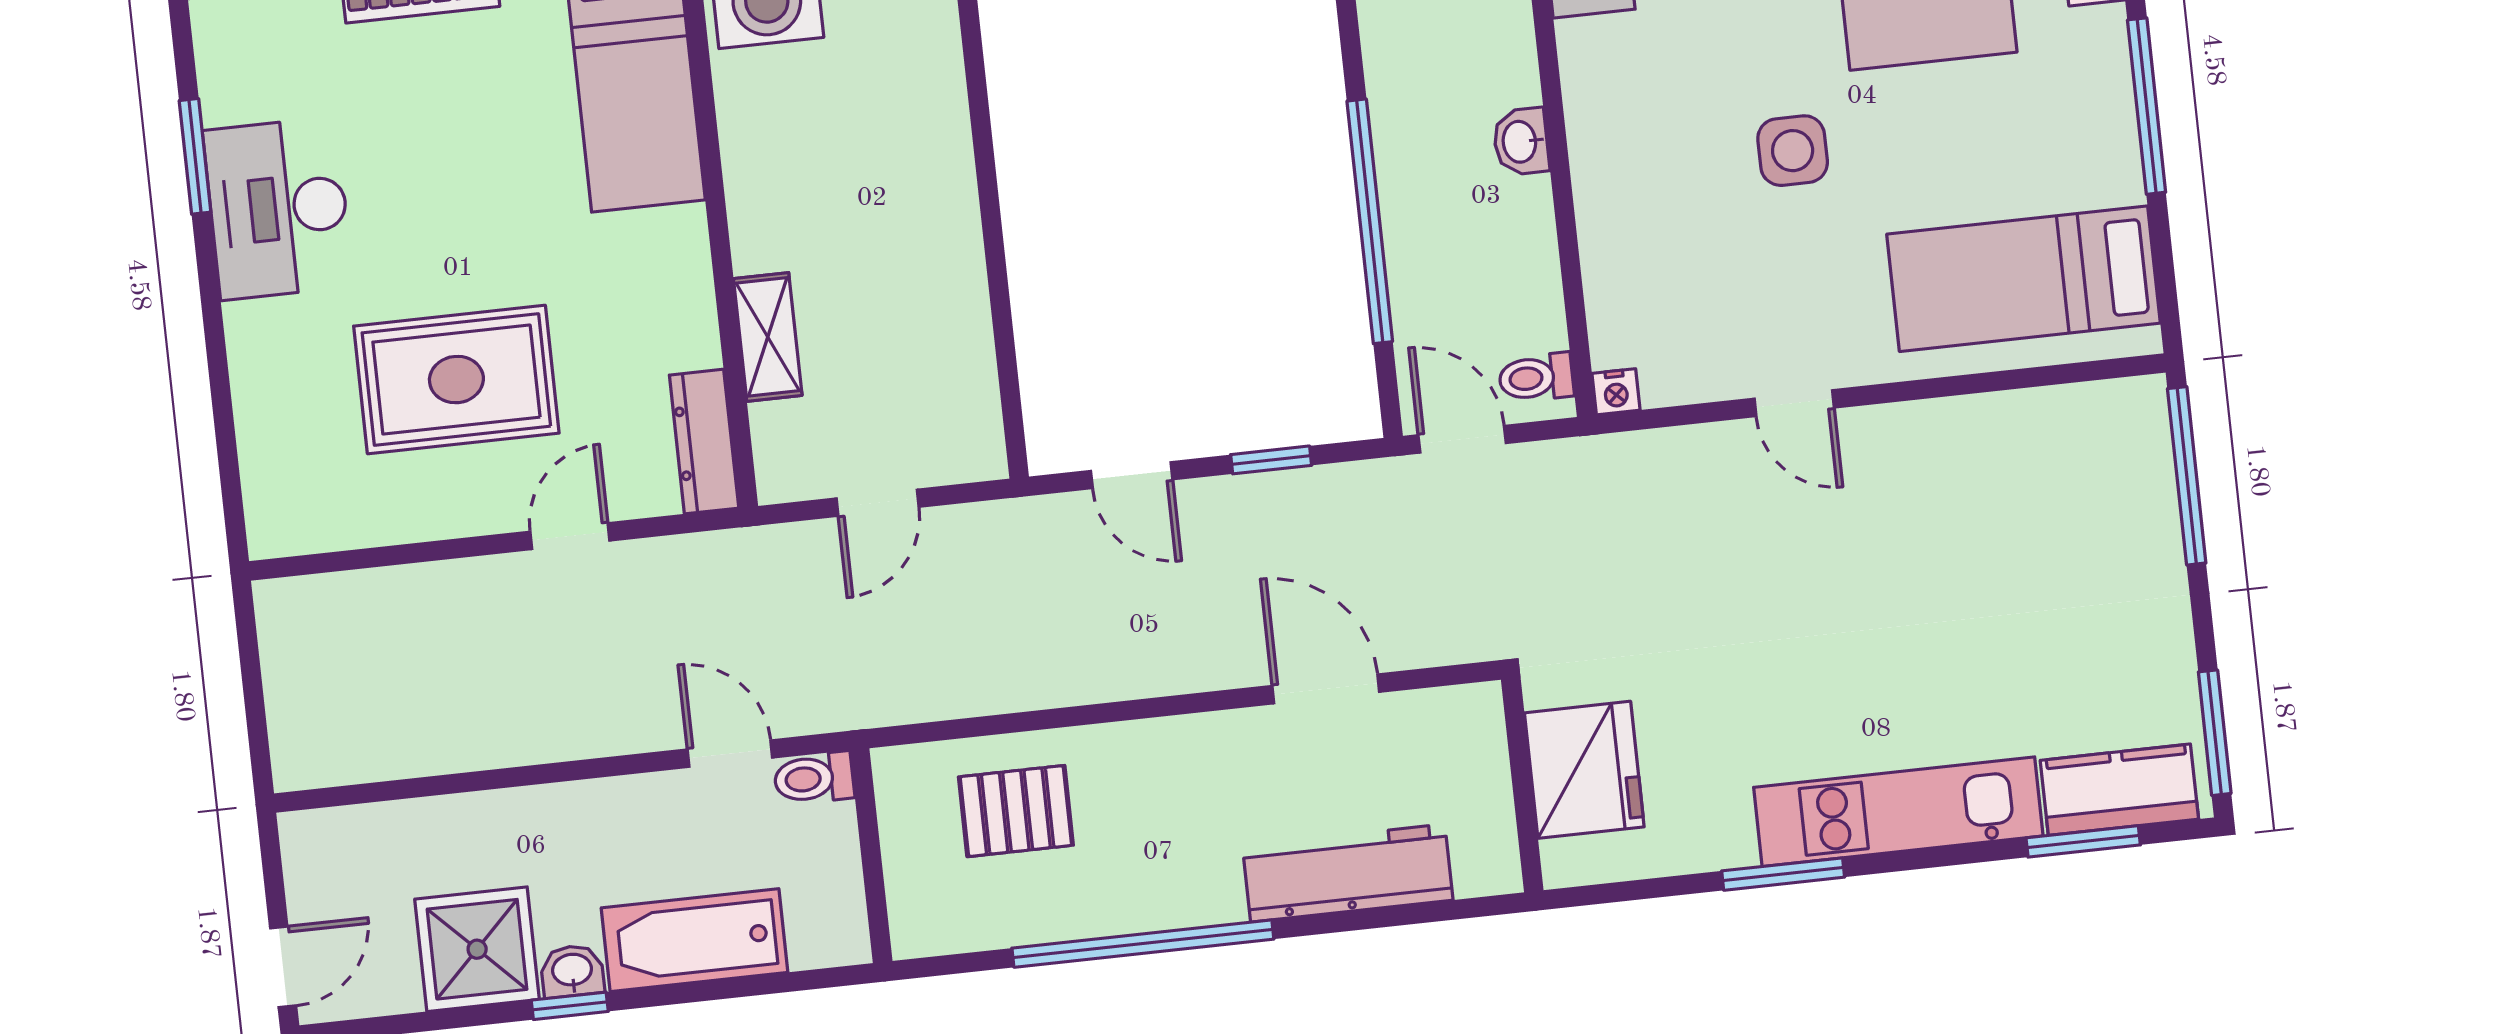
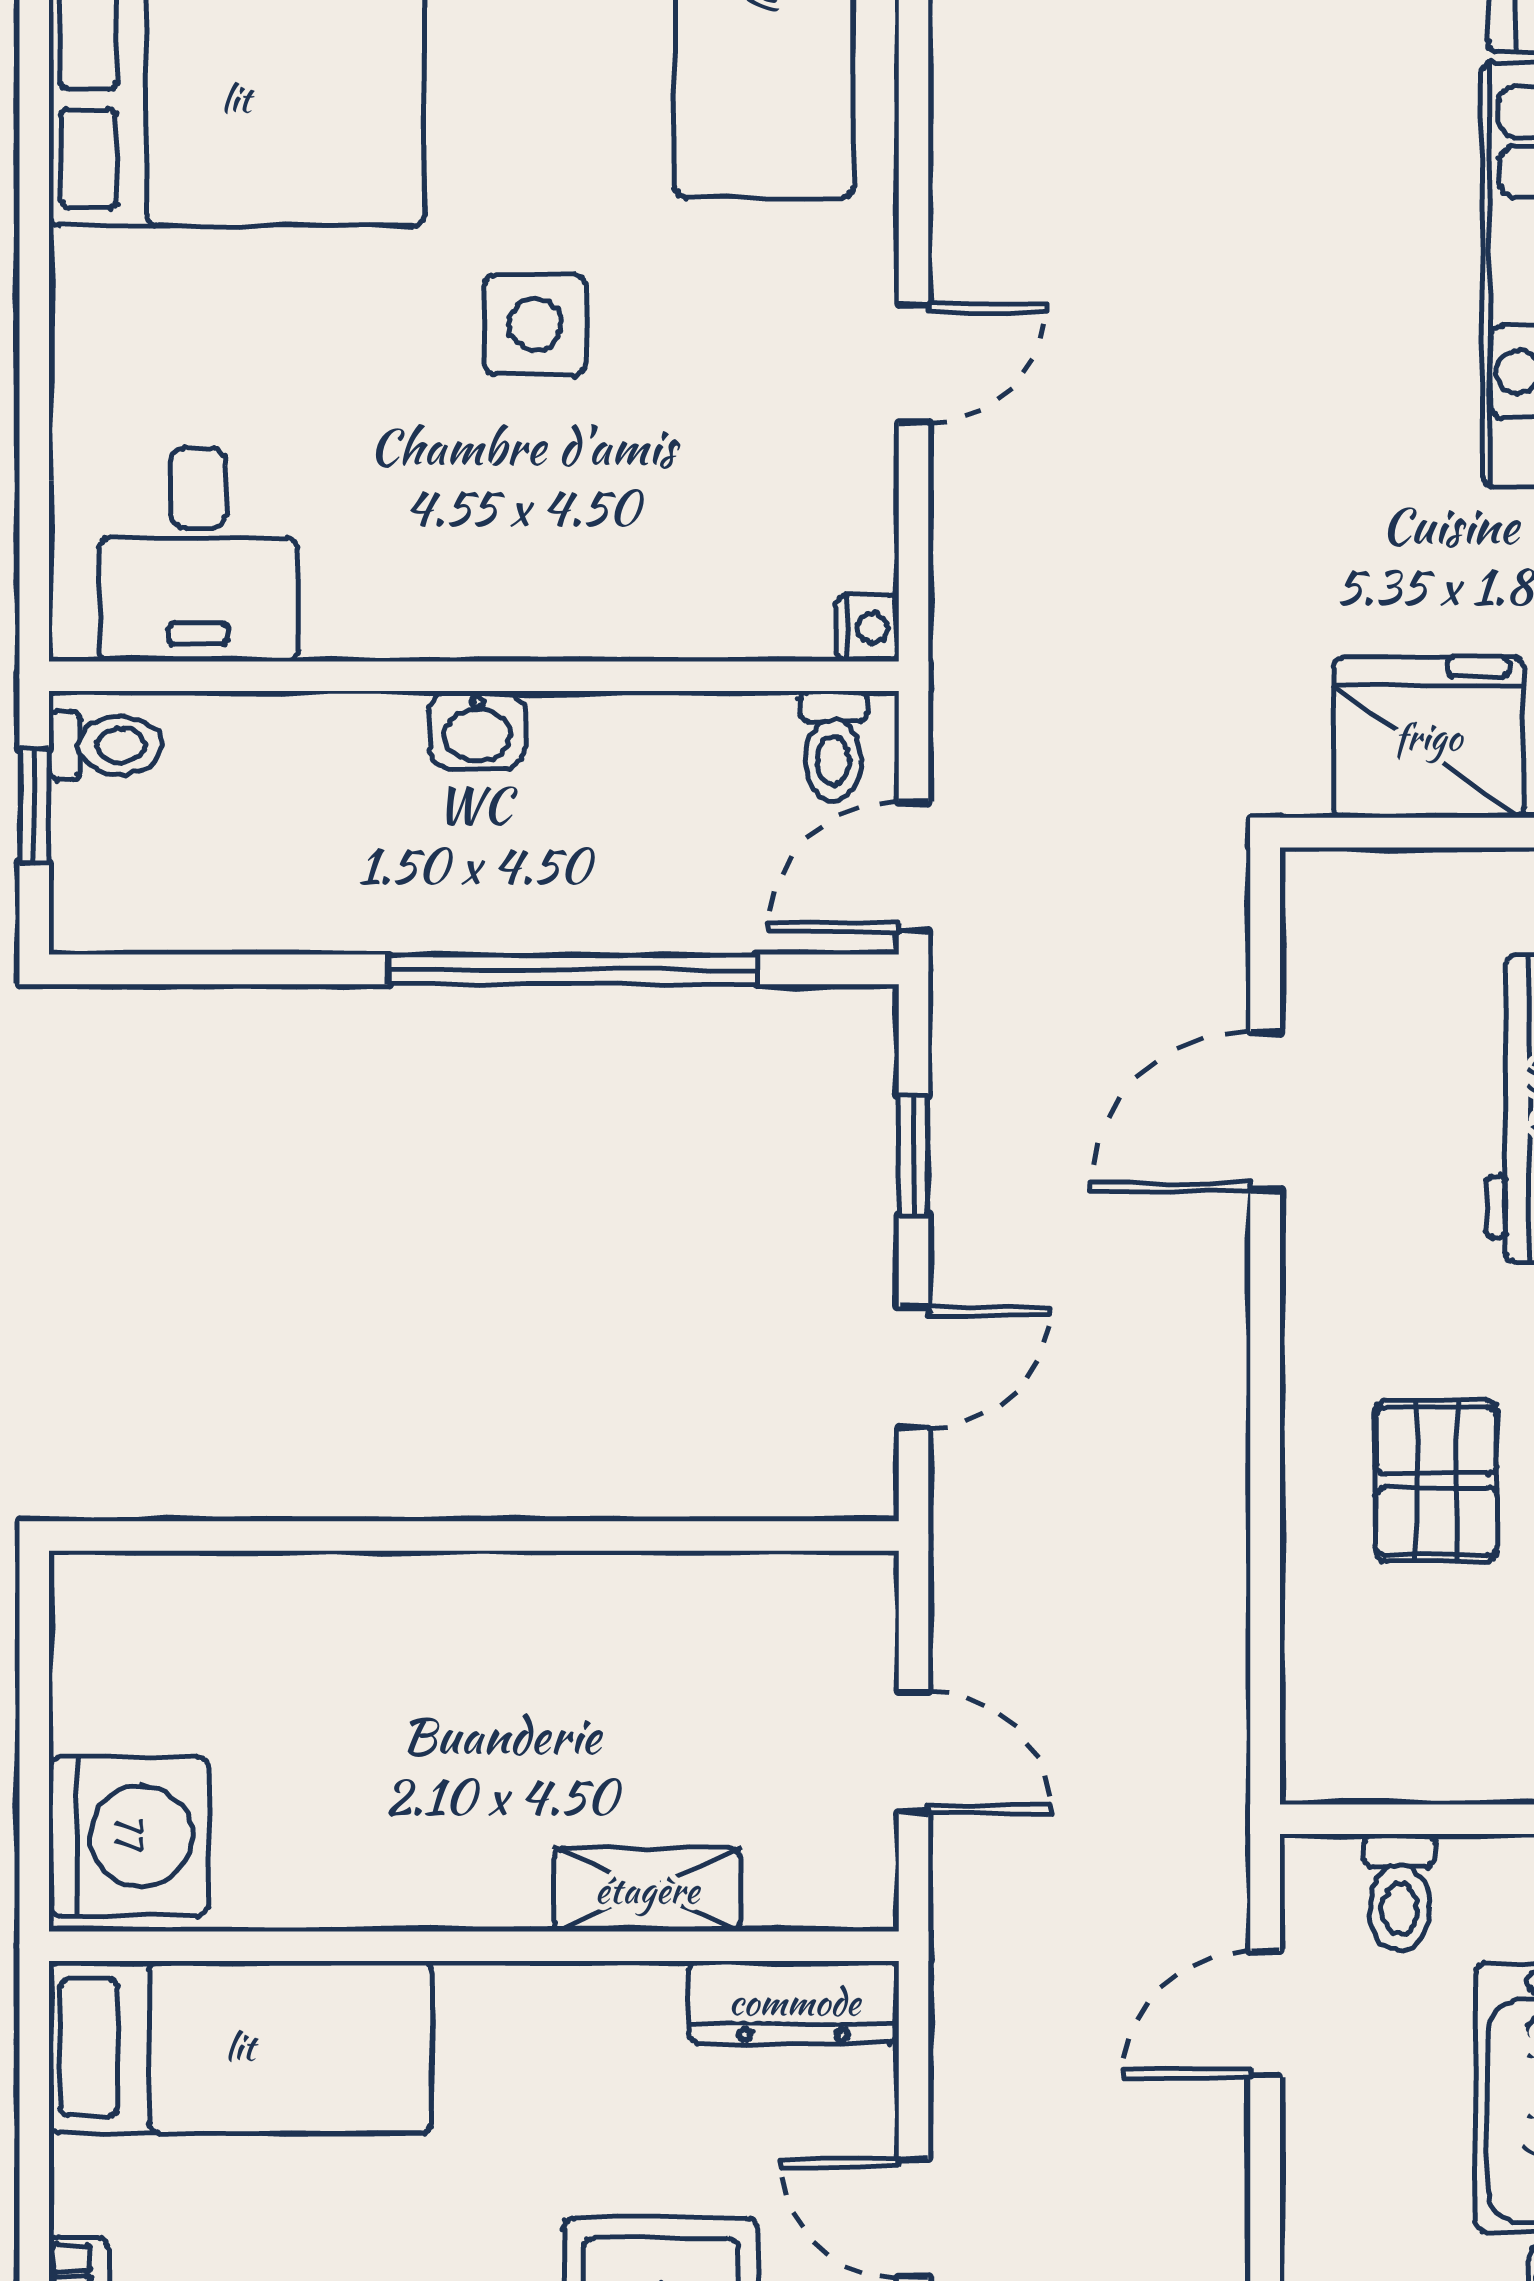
toilet: (814, 778) -> (1399, 1892), moved
pallet: (1016, 811) -> (1436, 1481), moved

